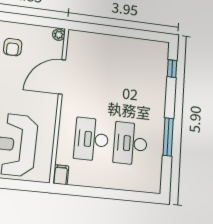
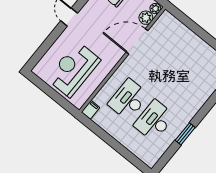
plant: (55, 49) -> (146, 18), added
window: (168, 137) -> (185, 134), width x0.69

